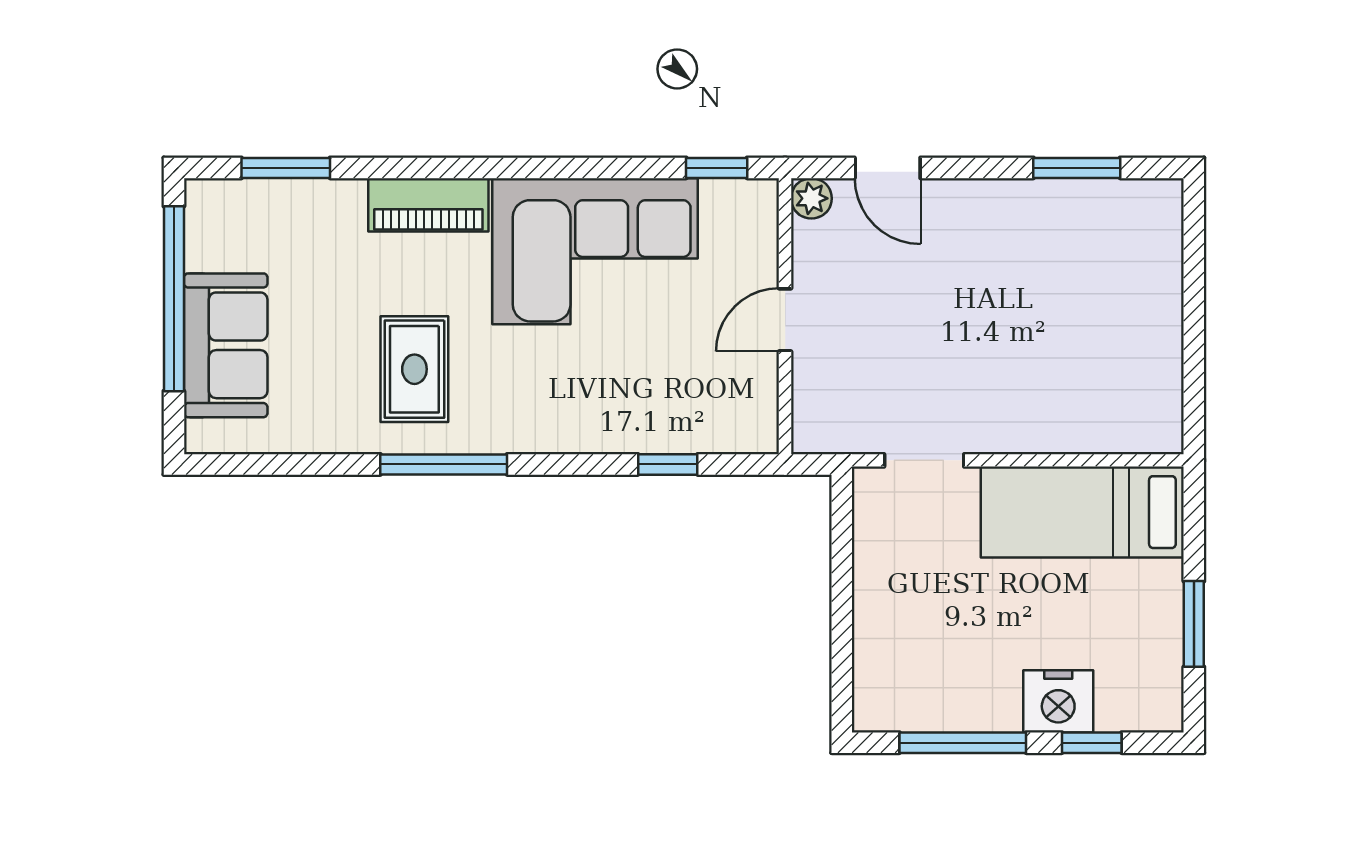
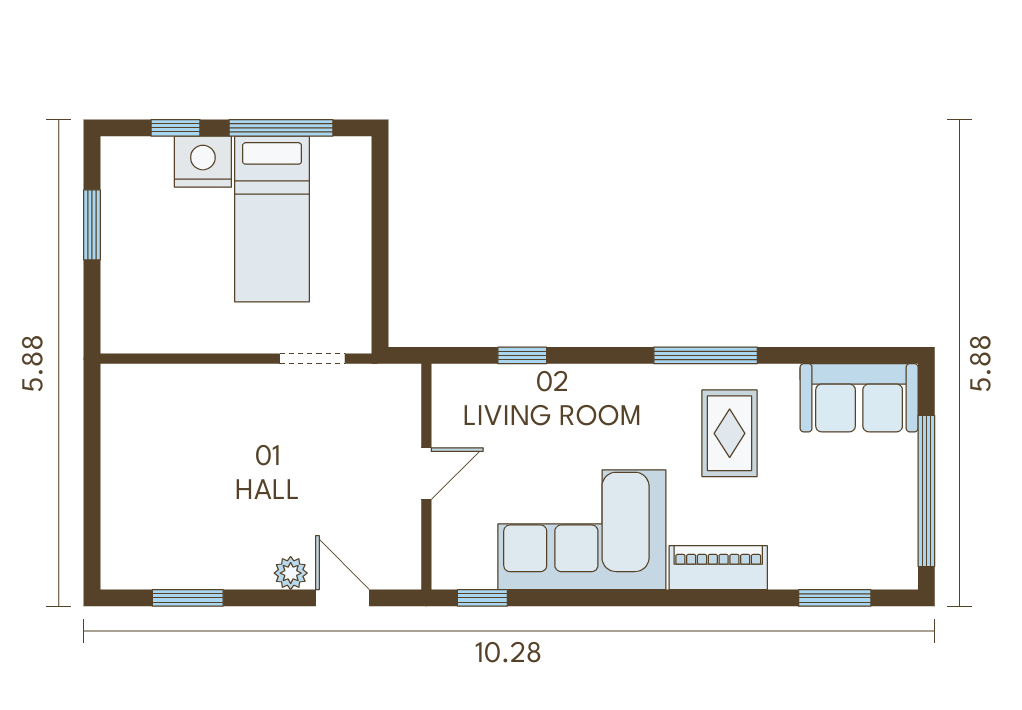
plant: (811, 198) -> (291, 573), moved
sofa: (226, 345) -> (859, 398), moved, turned -90
bed: (1082, 512) -> (272, 219), moved, turned 90

